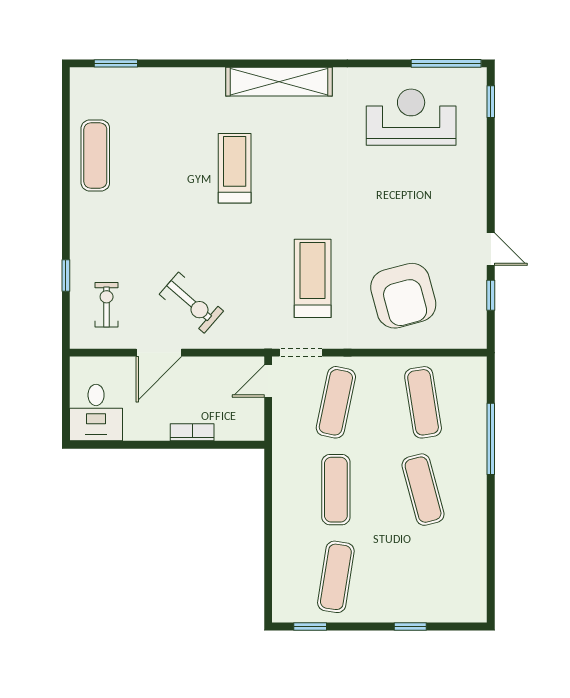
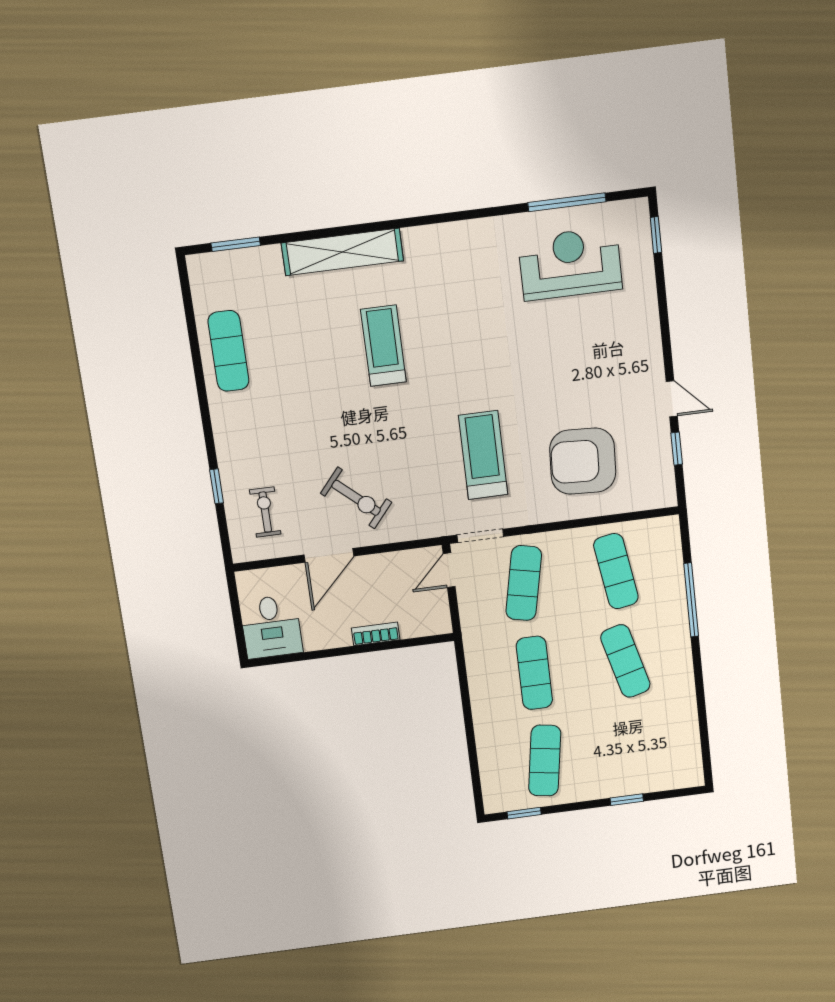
window: (446, 63) -> (567, 202), moved
shelving: (279, 82) -> (342, 252), moved
armchair: (403, 296) -> (583, 461), turned 108

